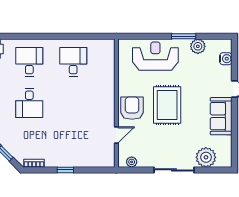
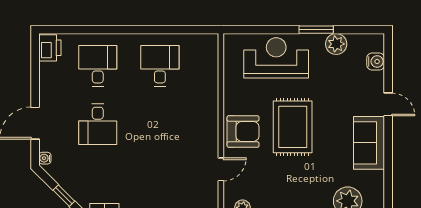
armchair: (132, 108) -> (243, 131), turned 90

